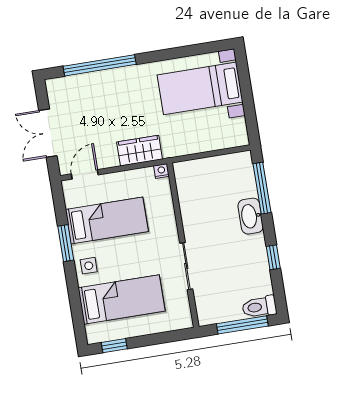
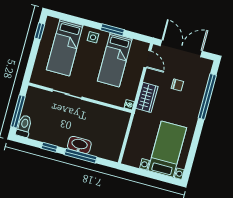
chair: (102, 115) -> (177, 85), added
double door: (48, 133) -> (181, 48), width x1.37
window: (262, 188) -> (81, 156), moved

